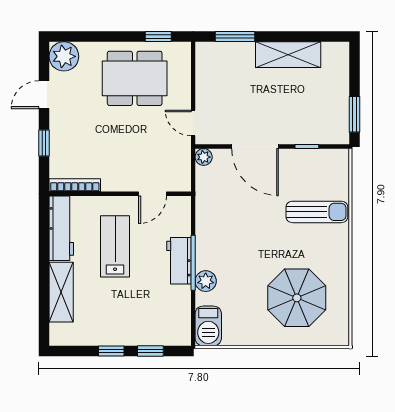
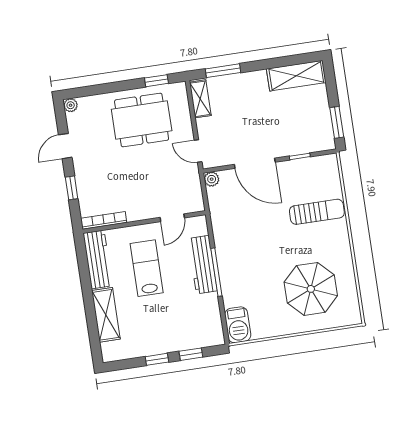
shelving: (288, 55) -> (296, 76), moved
plant: (64, 56) -> (71, 105), width x0.53, depth x0.53
shelving: (205, 64) -> (200, 99), added
workbench: (179, 261) -> (203, 265), width x1.38
plant: (206, 281) -> (230, 286), removed

